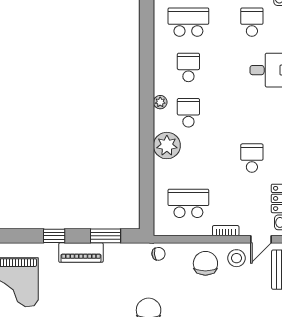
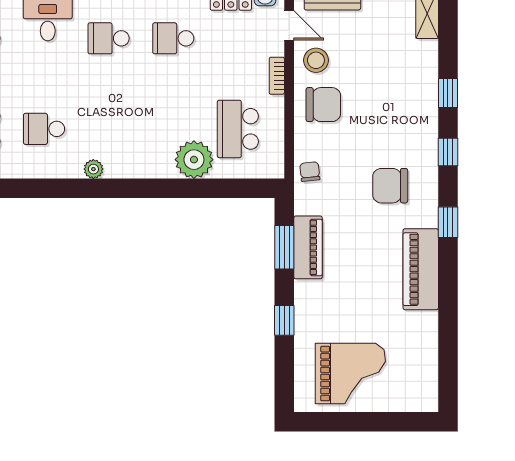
school desk: (188, 113) -> (109, 38), moved
plant: (167, 146) -> (194, 160), moved
piano: (81, 253) -> (308, 247), moved
chair: (205, 263) -> (323, 105), turned 180

